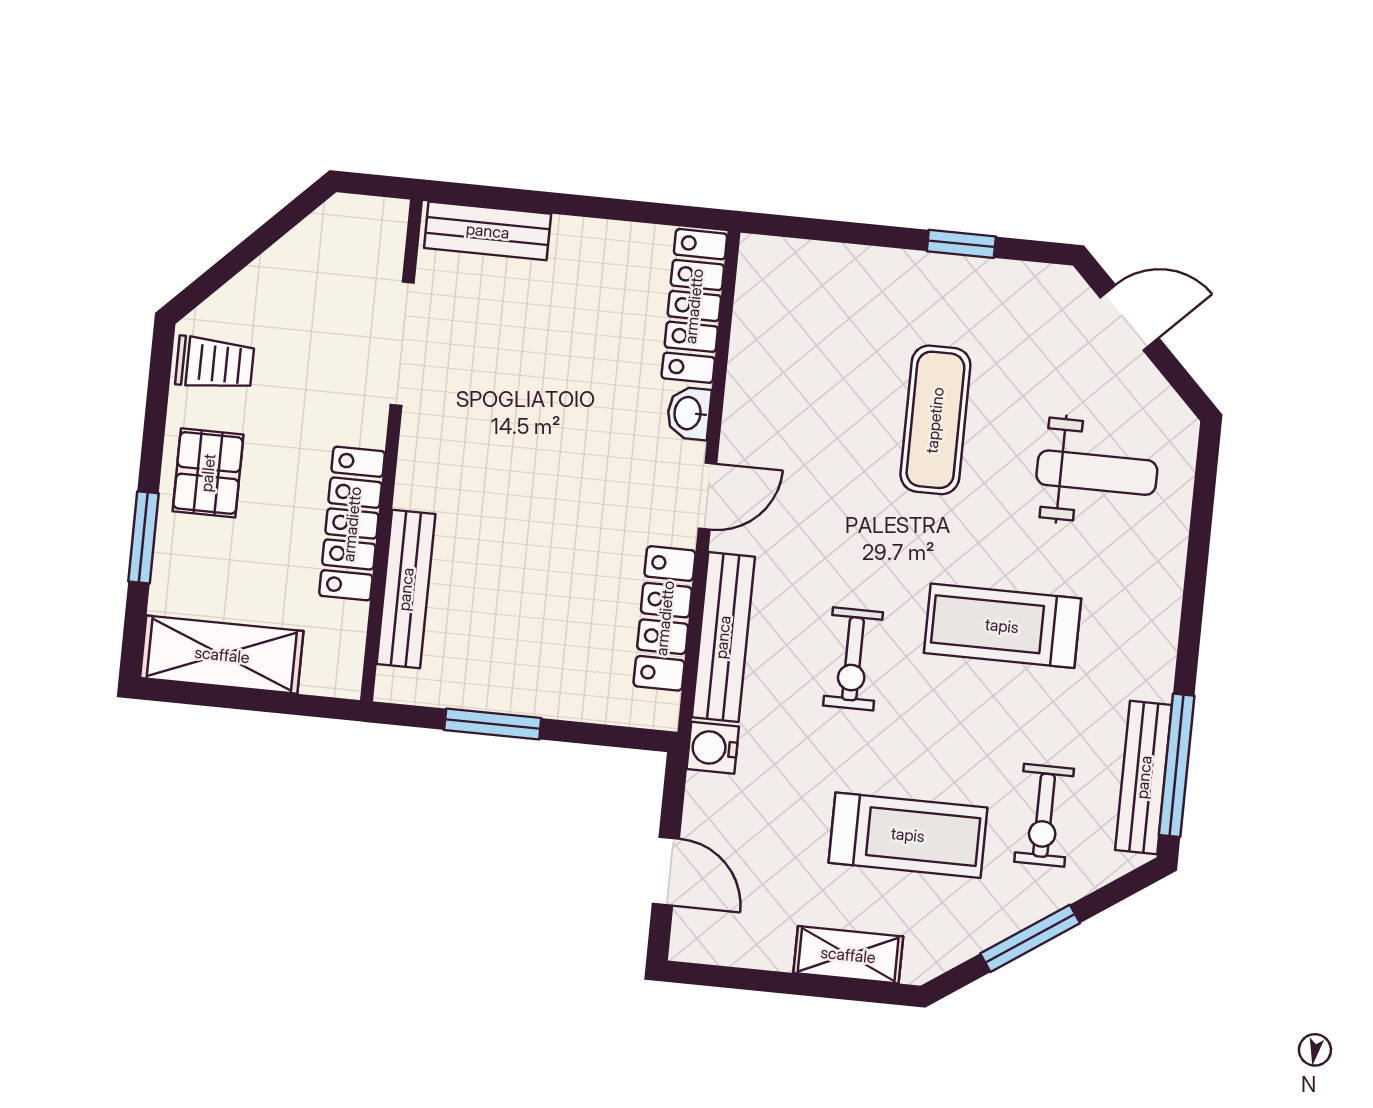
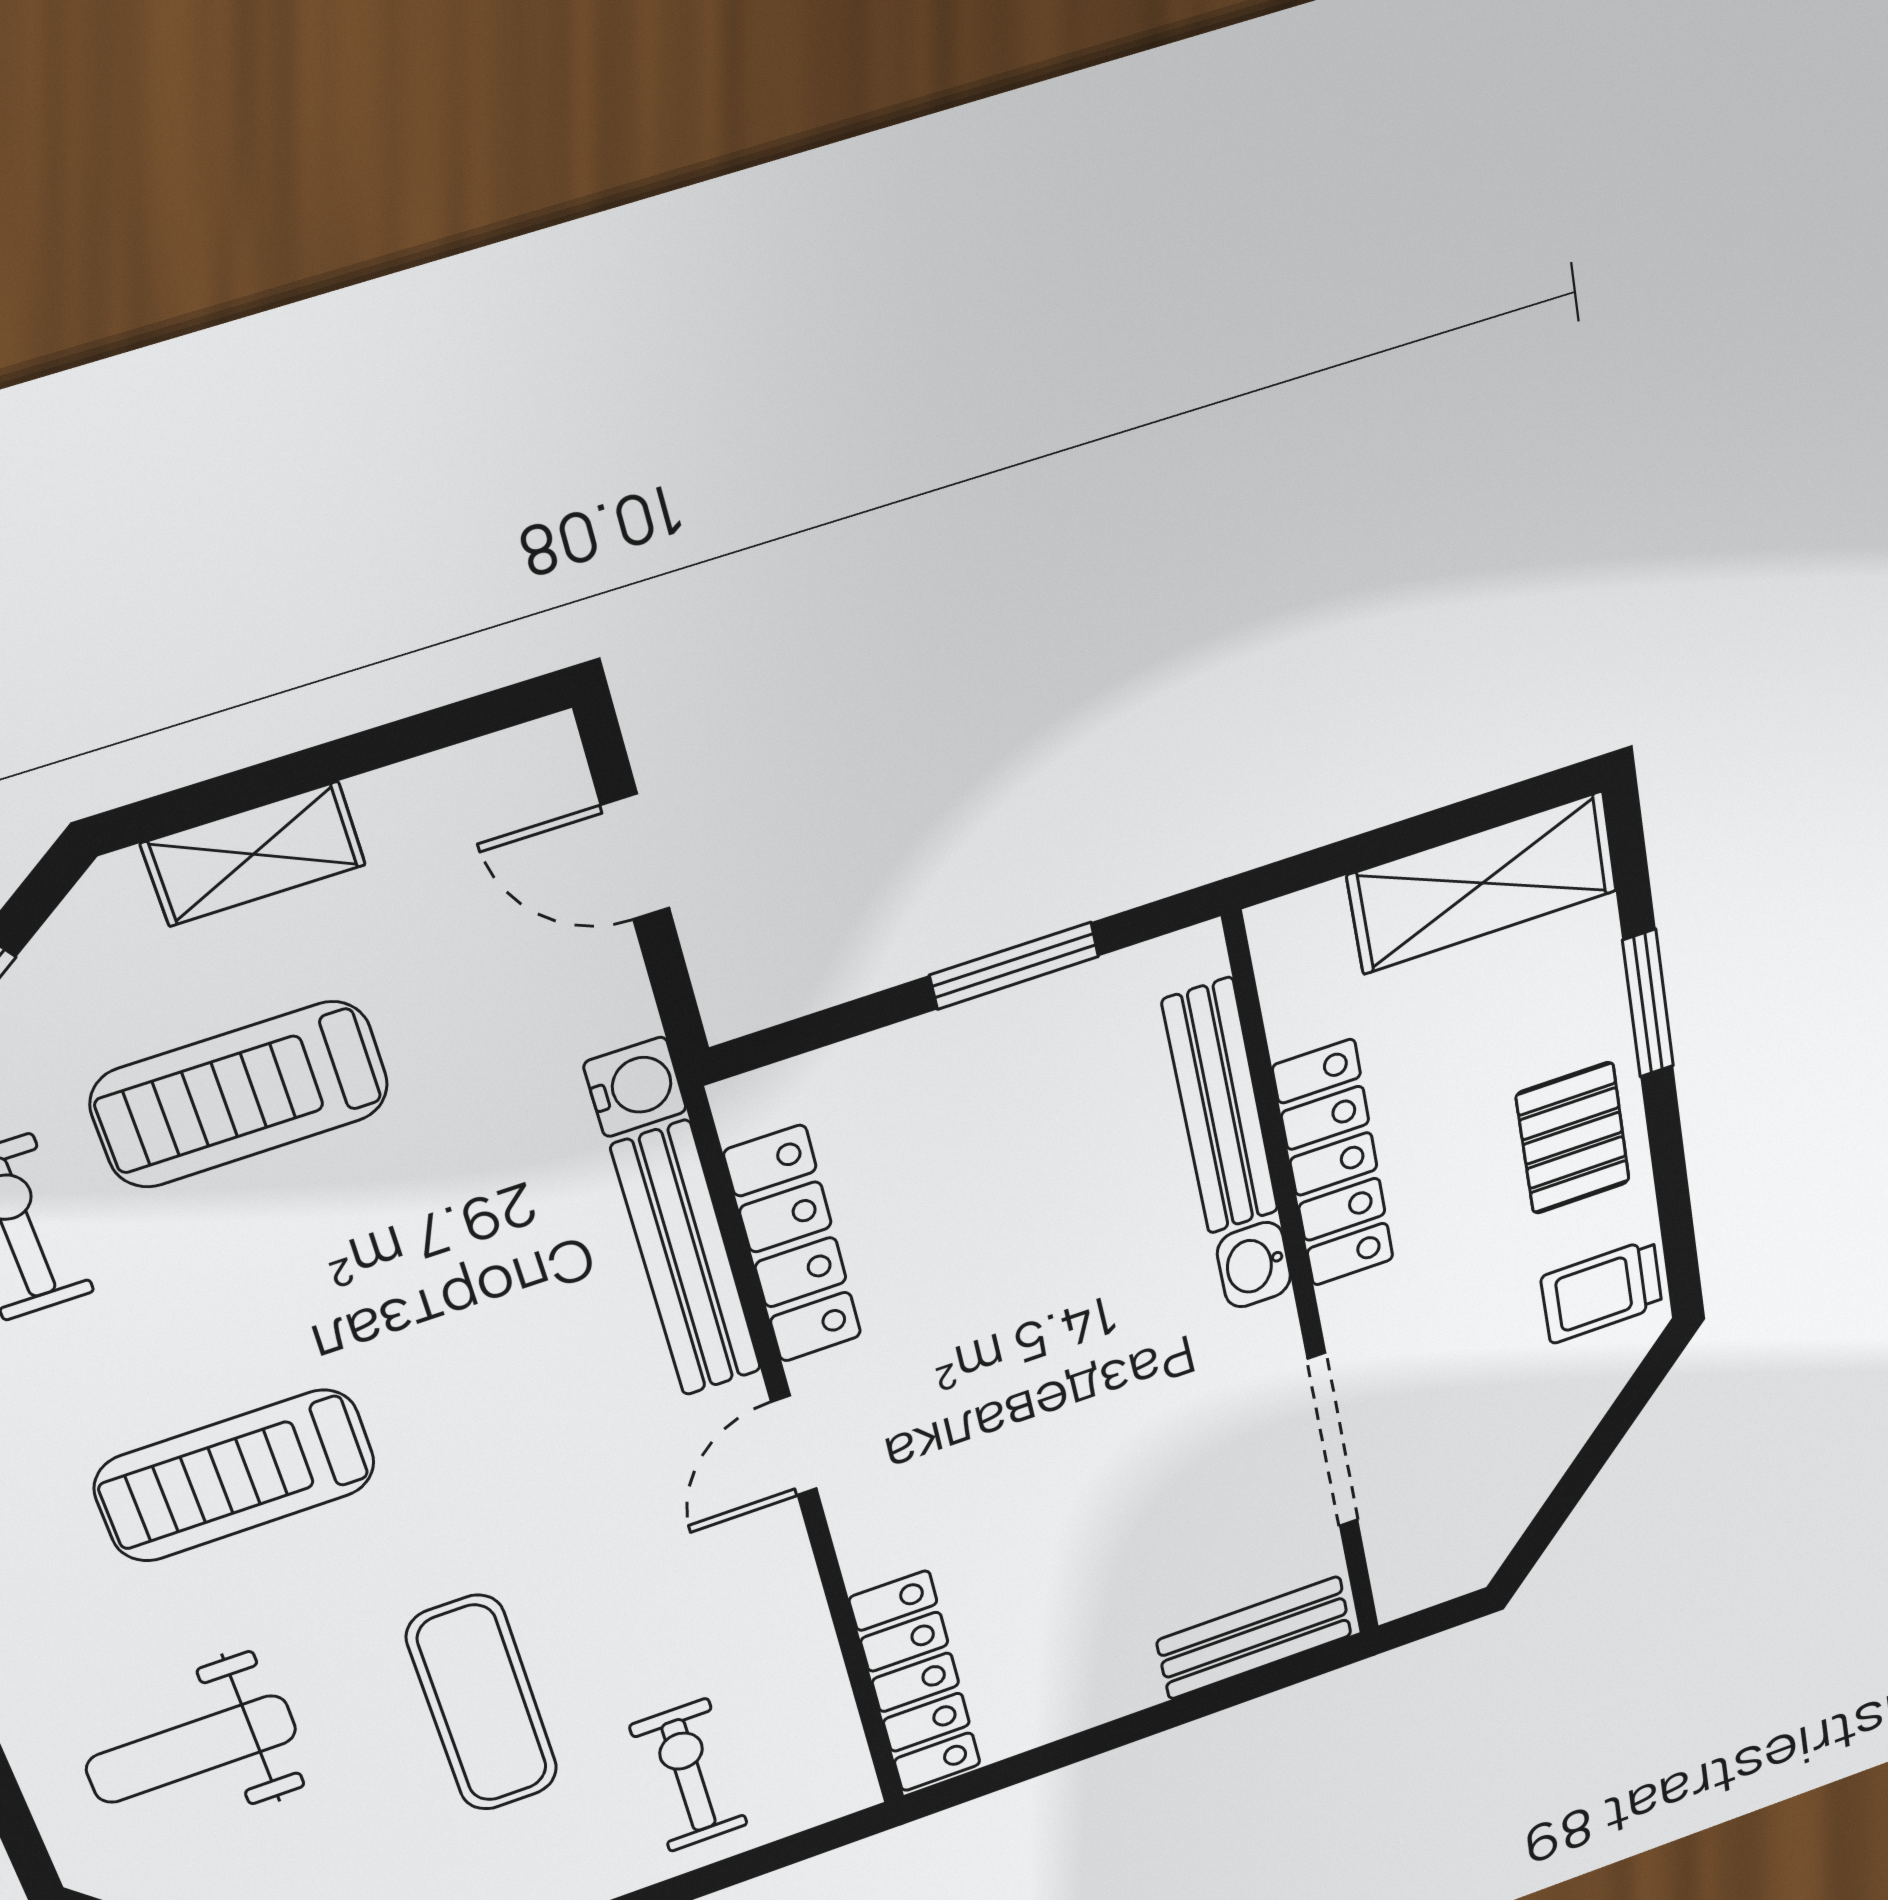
washbasin: (689, 413) -> (1254, 1265), moved, turned 180
treadmill: (1002, 626) -> (235, 1476), turned 180
exercise bike: (853, 659) -> (689, 1775), moved

